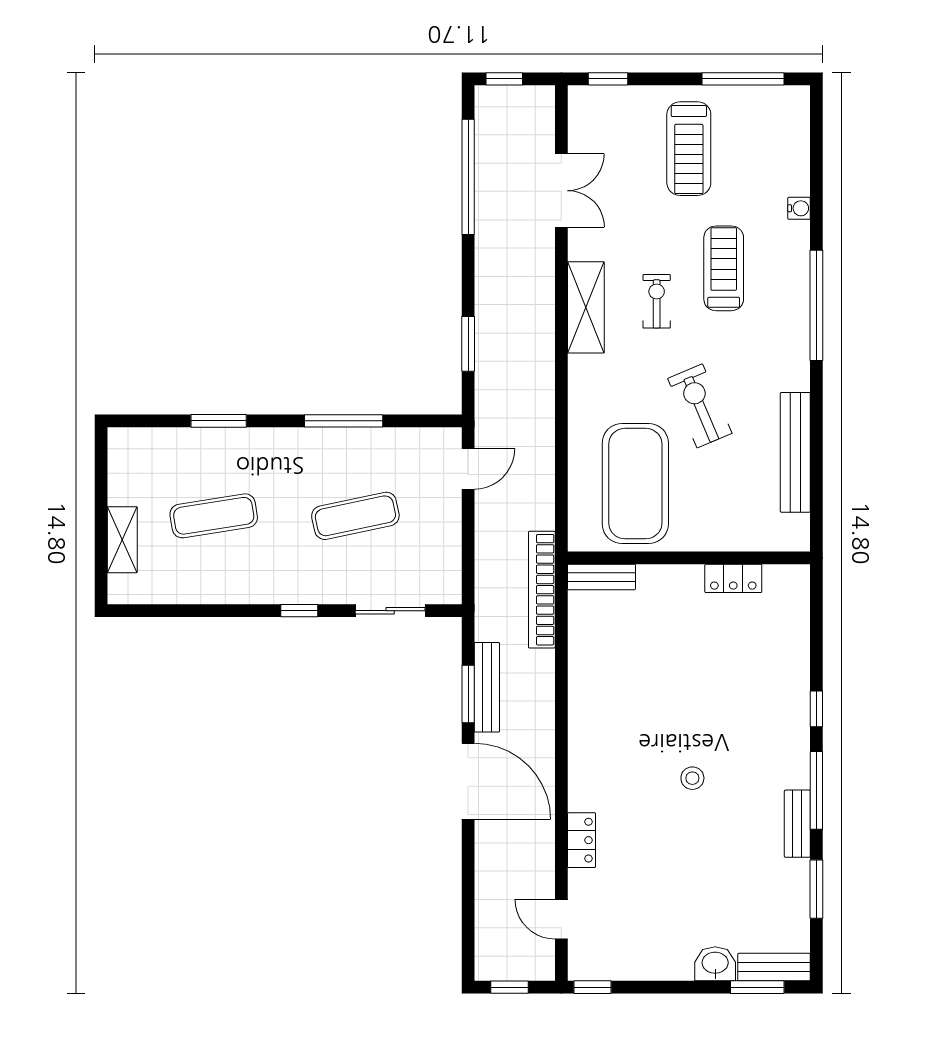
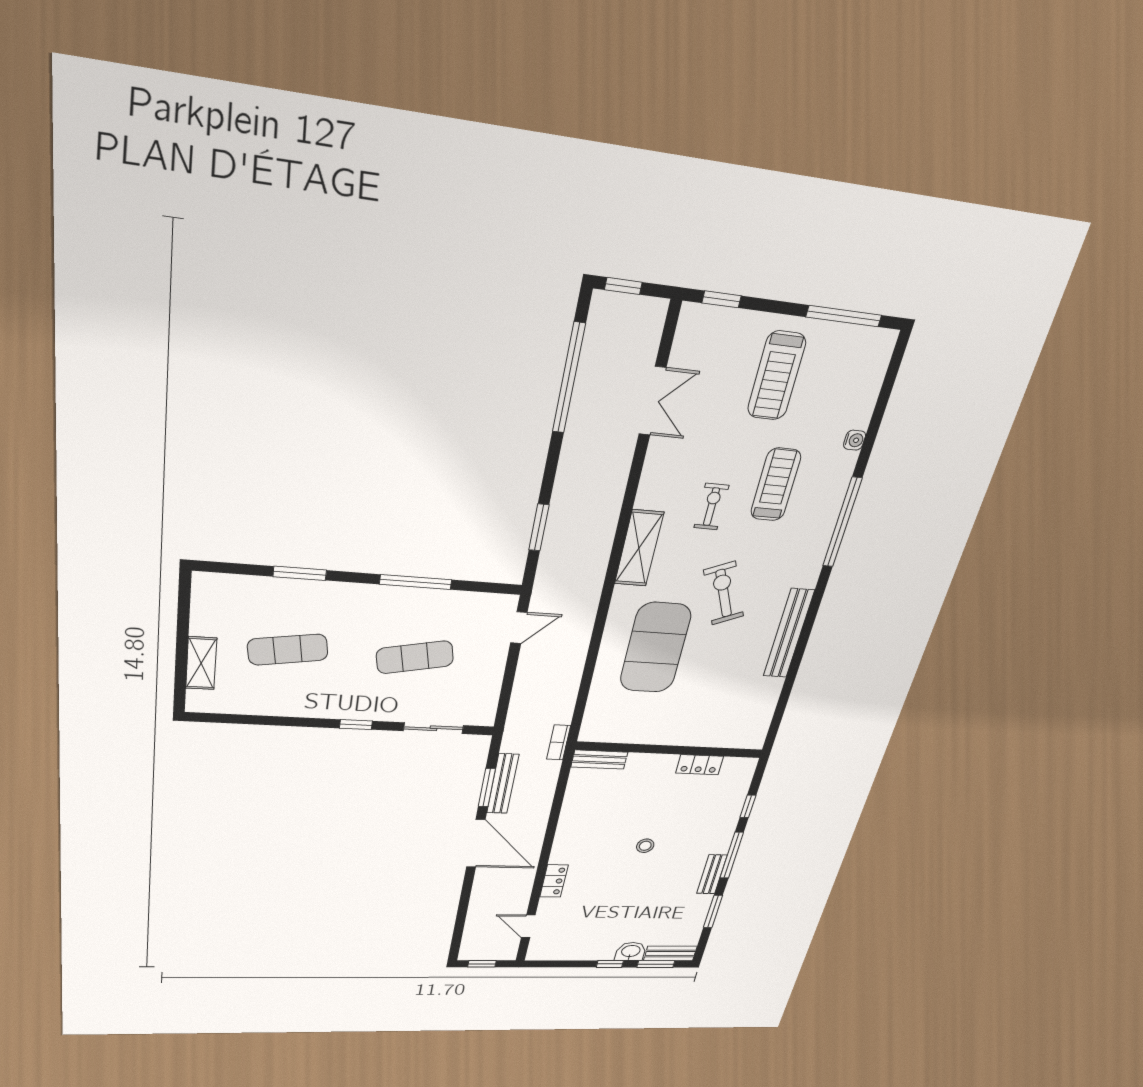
shelving: (586, 307) -> (639, 548), moved
wall: (689, 558) -> (670, 750), moved
bench: (601, 577) -> (599, 760), moved
locker: (733, 578) -> (700, 765), moved
bookcase: (542, 590) -> (559, 742), width x0.43, depth x0.76
window: (592, 987) -> (610, 964), moved

